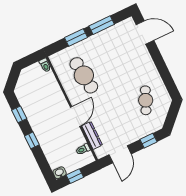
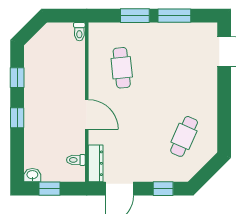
cafe table: (84, 75) -> (122, 68), width x0.73, depth x0.74
door: (76, 116) -> (87, 114), hinge flipped
dresser: (92, 135) -> (96, 163), moved

